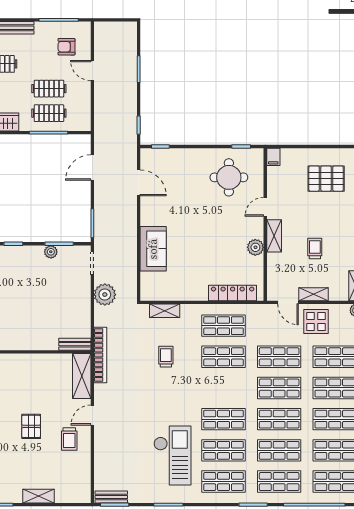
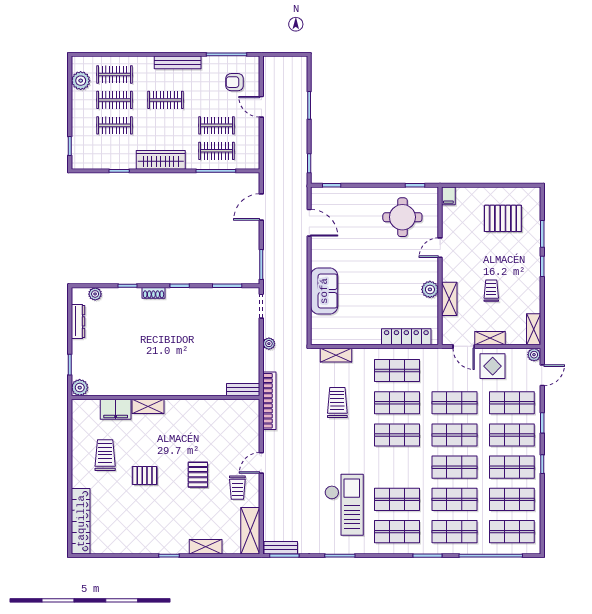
shelving: (274, 236) -> (449, 299), moved
plant: (51, 252) -> (218, 294), removed
plant: (105, 295) -> (269, 344), width x0.53, depth x0.53
trolley: (166, 357) -> (337, 403), width x1.36, depth x1.39
shelving: (82, 376) -> (250, 531), moved
shop shelf: (224, 419) -> (397, 435), moved

